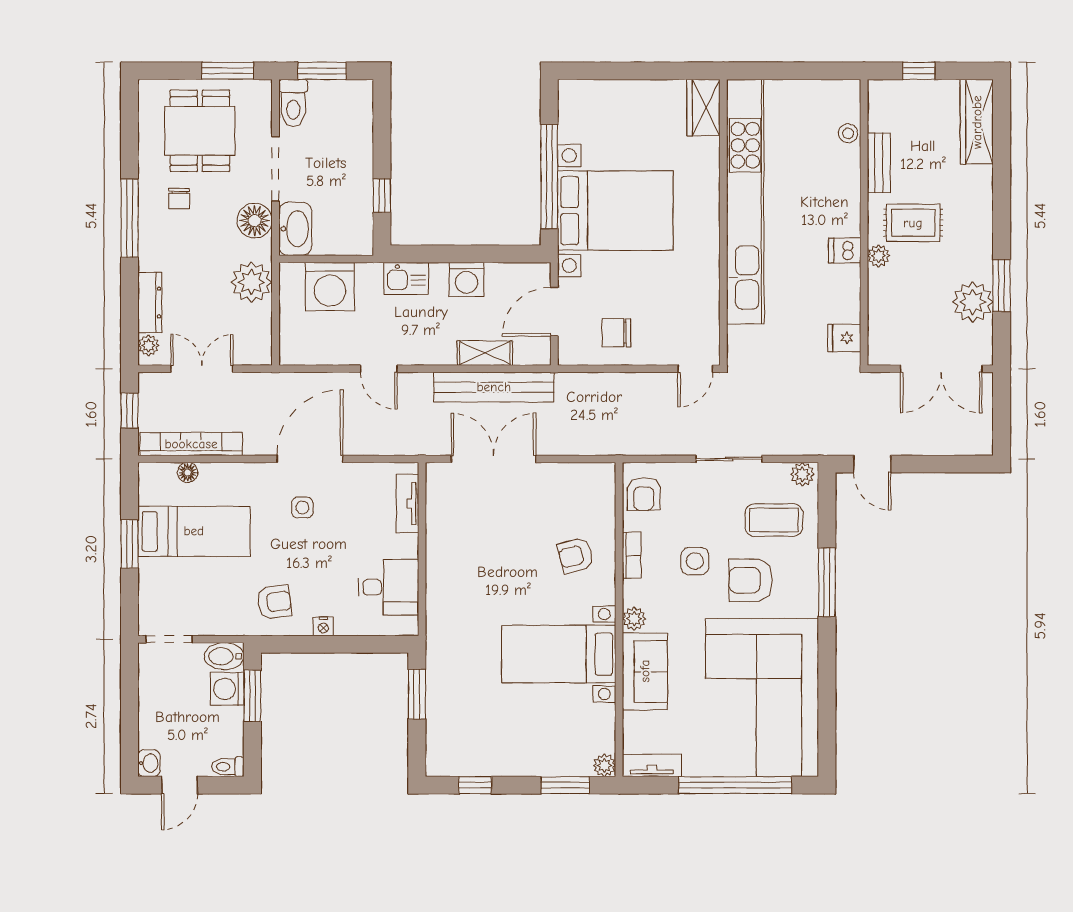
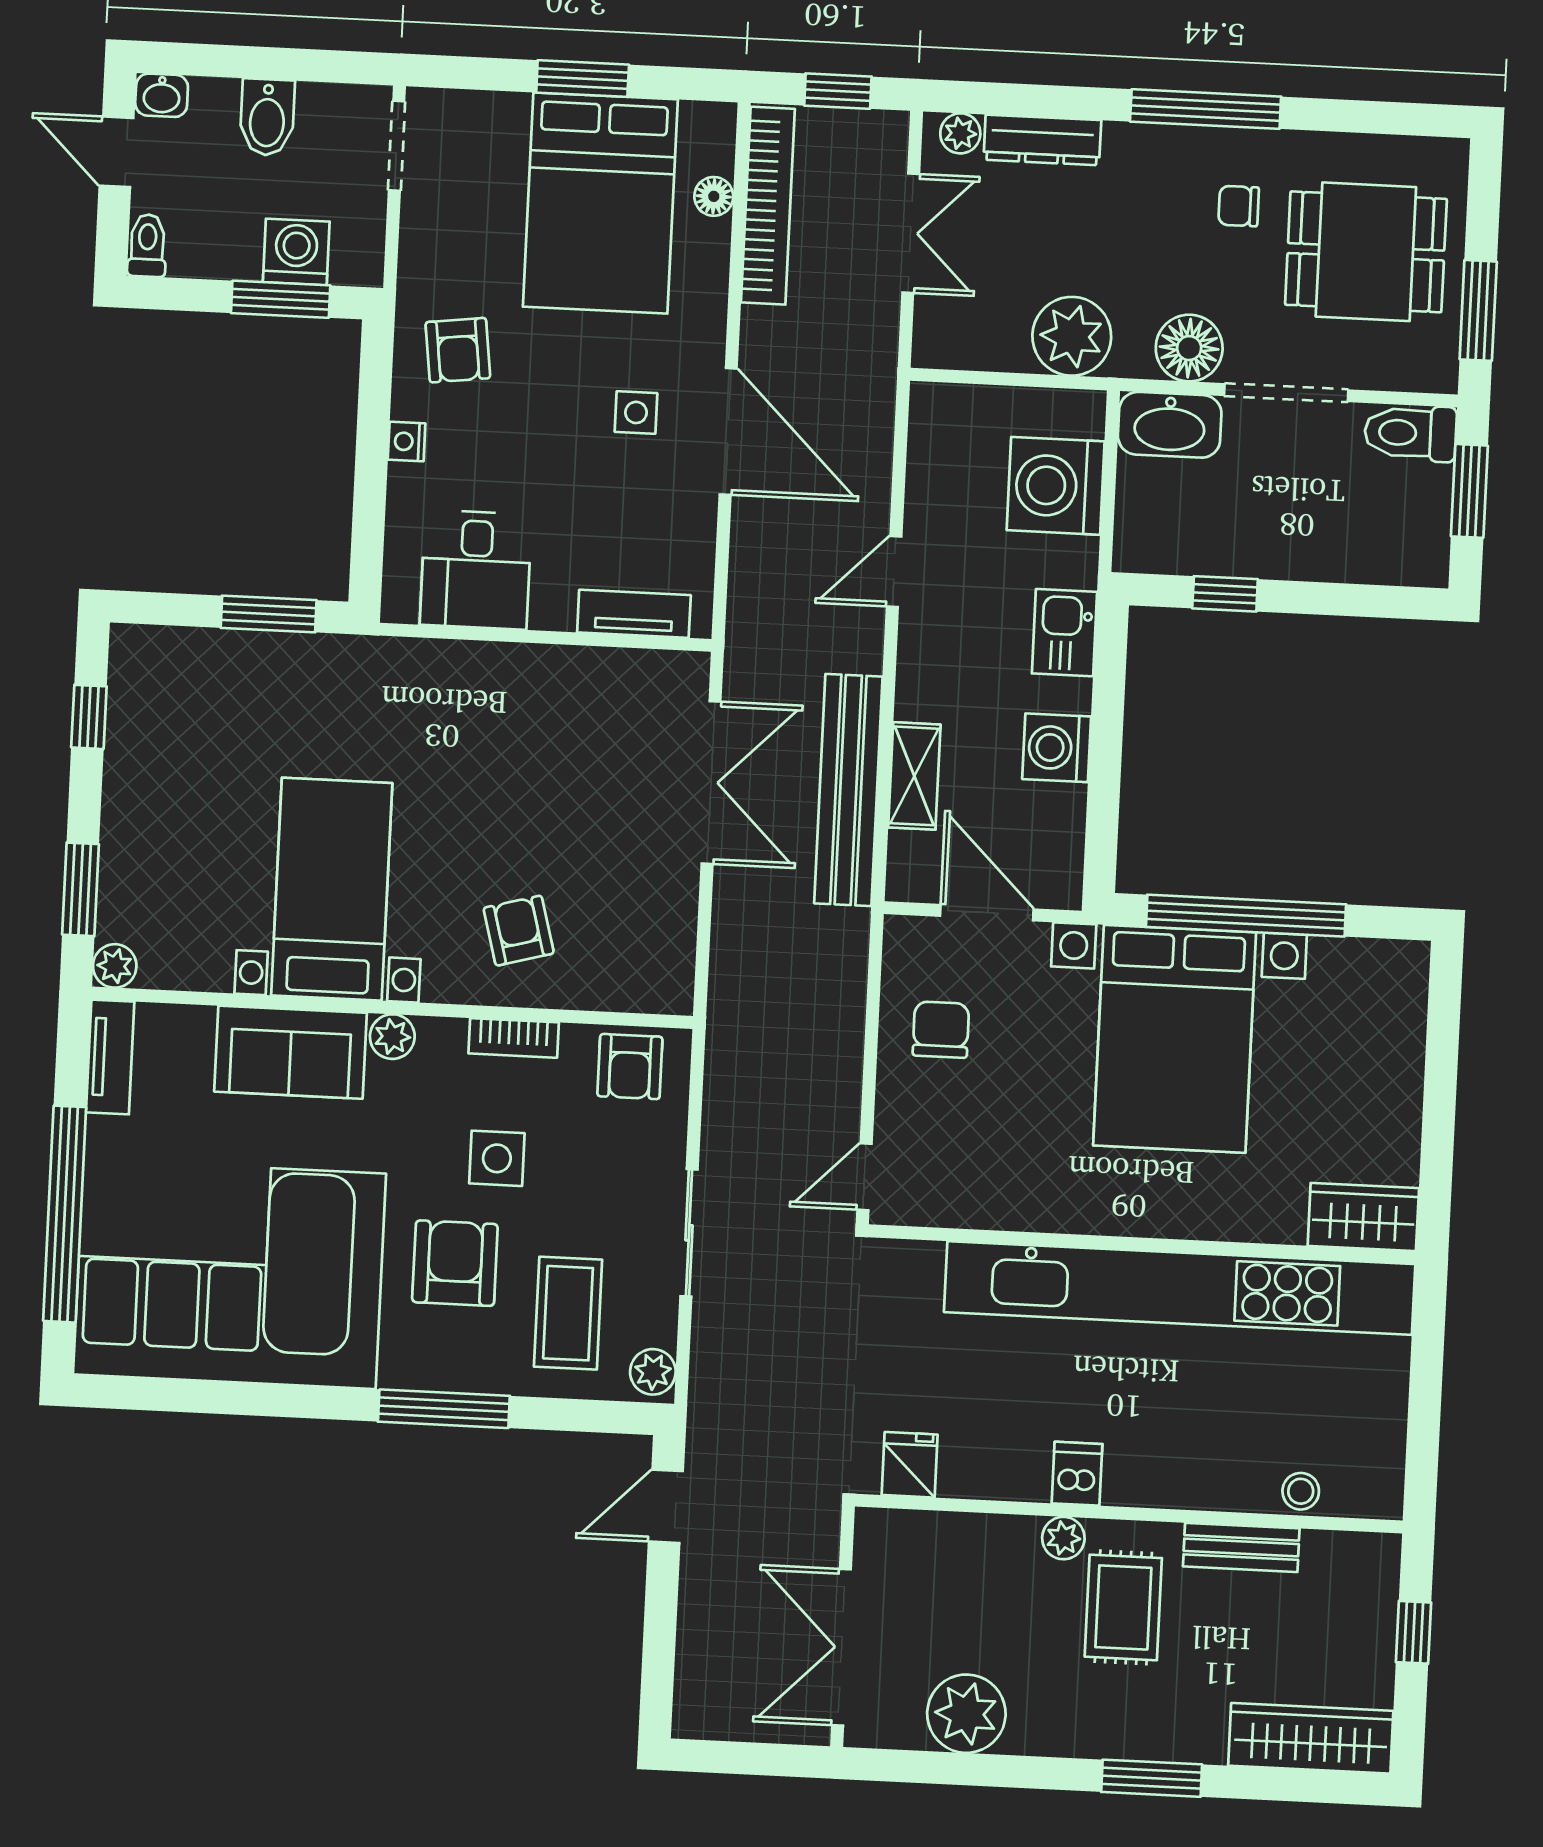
window: (1002, 286) -> (1152, 1778), moved
door: (695, 369) -> (865, 1177), hinge flipped
armchair: (644, 494) -> (630, 1067), turned -90
bed: (194, 531) -> (600, 203), width x1.50
bidet: (224, 656) -> (267, 117), moved, turned 180

